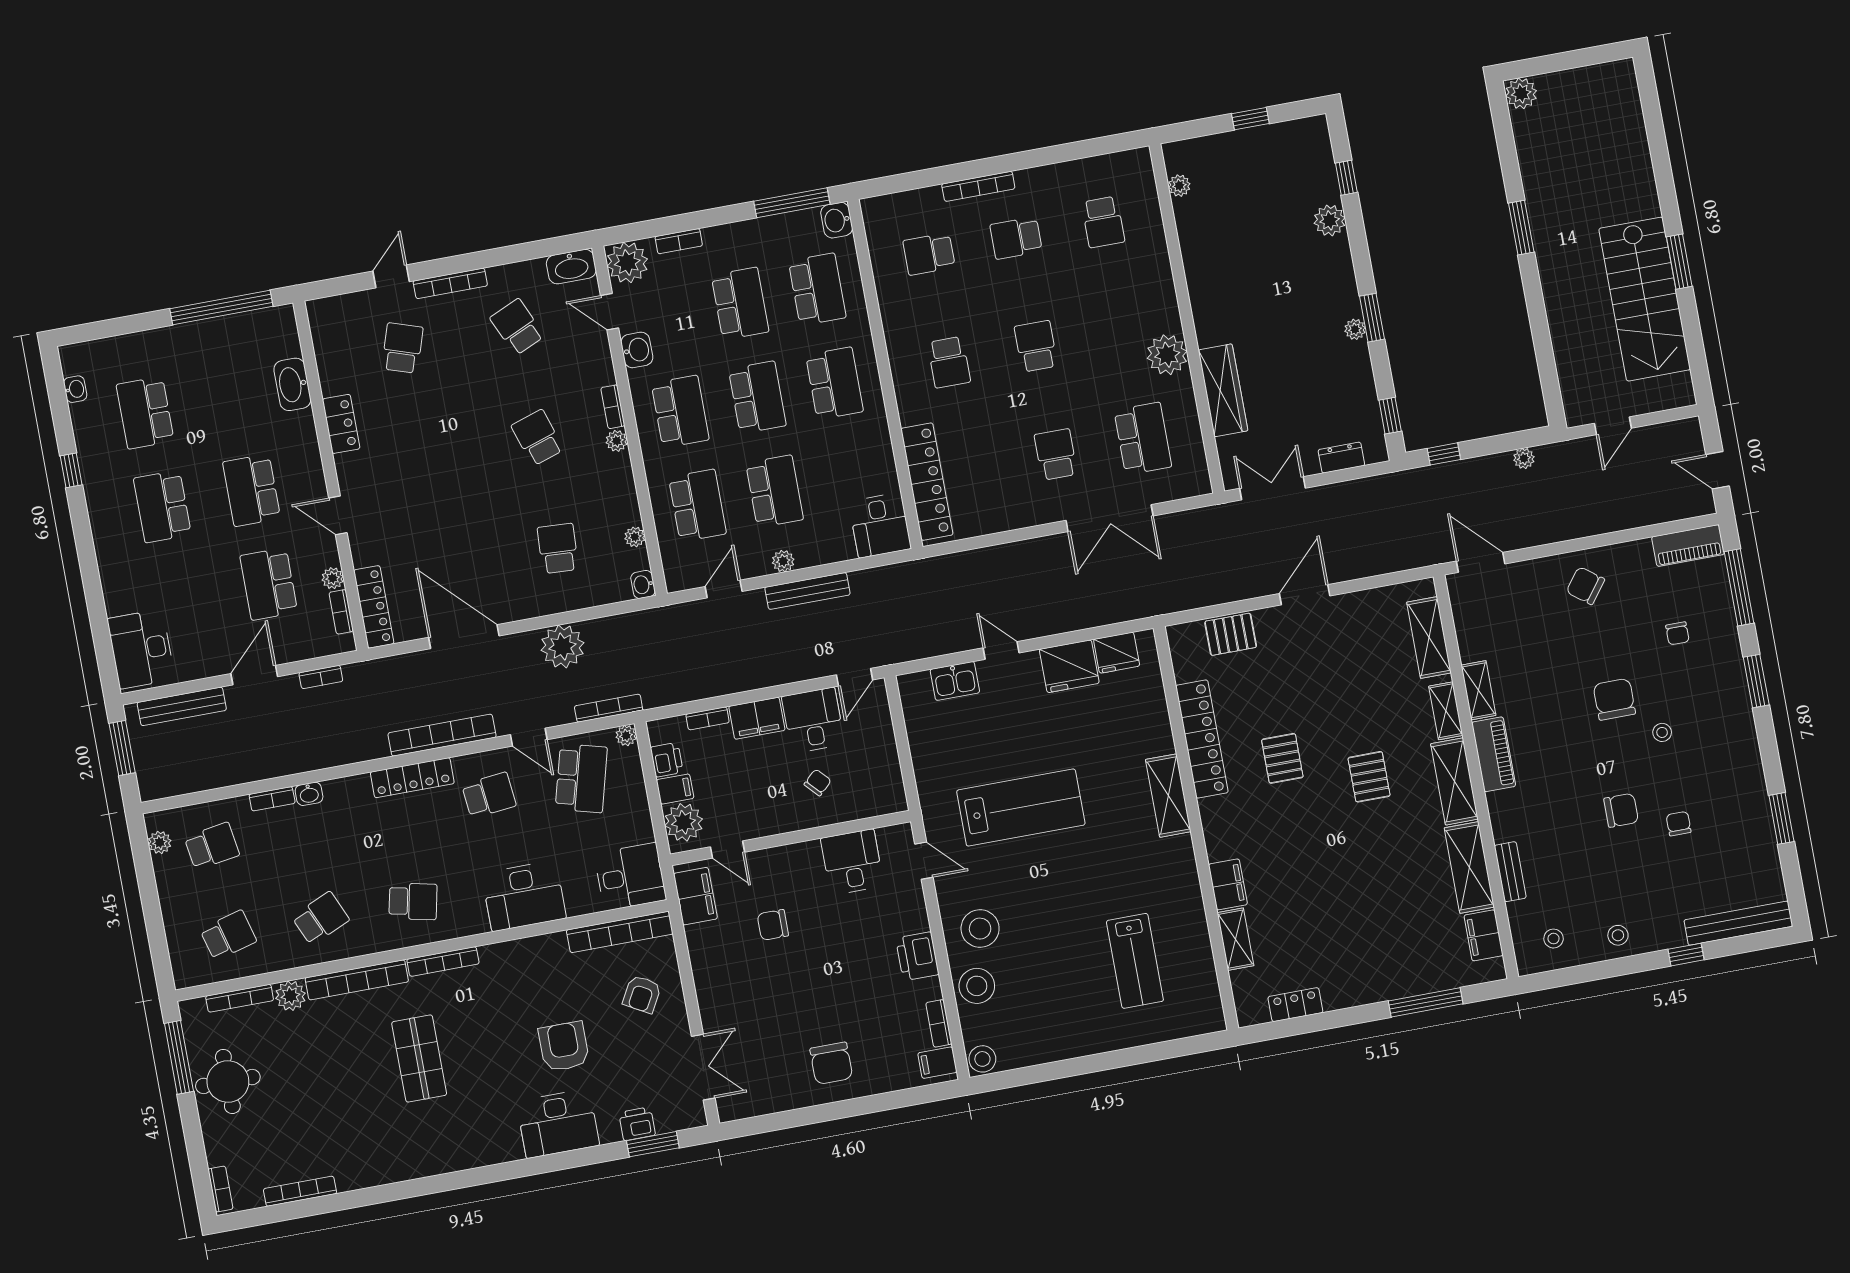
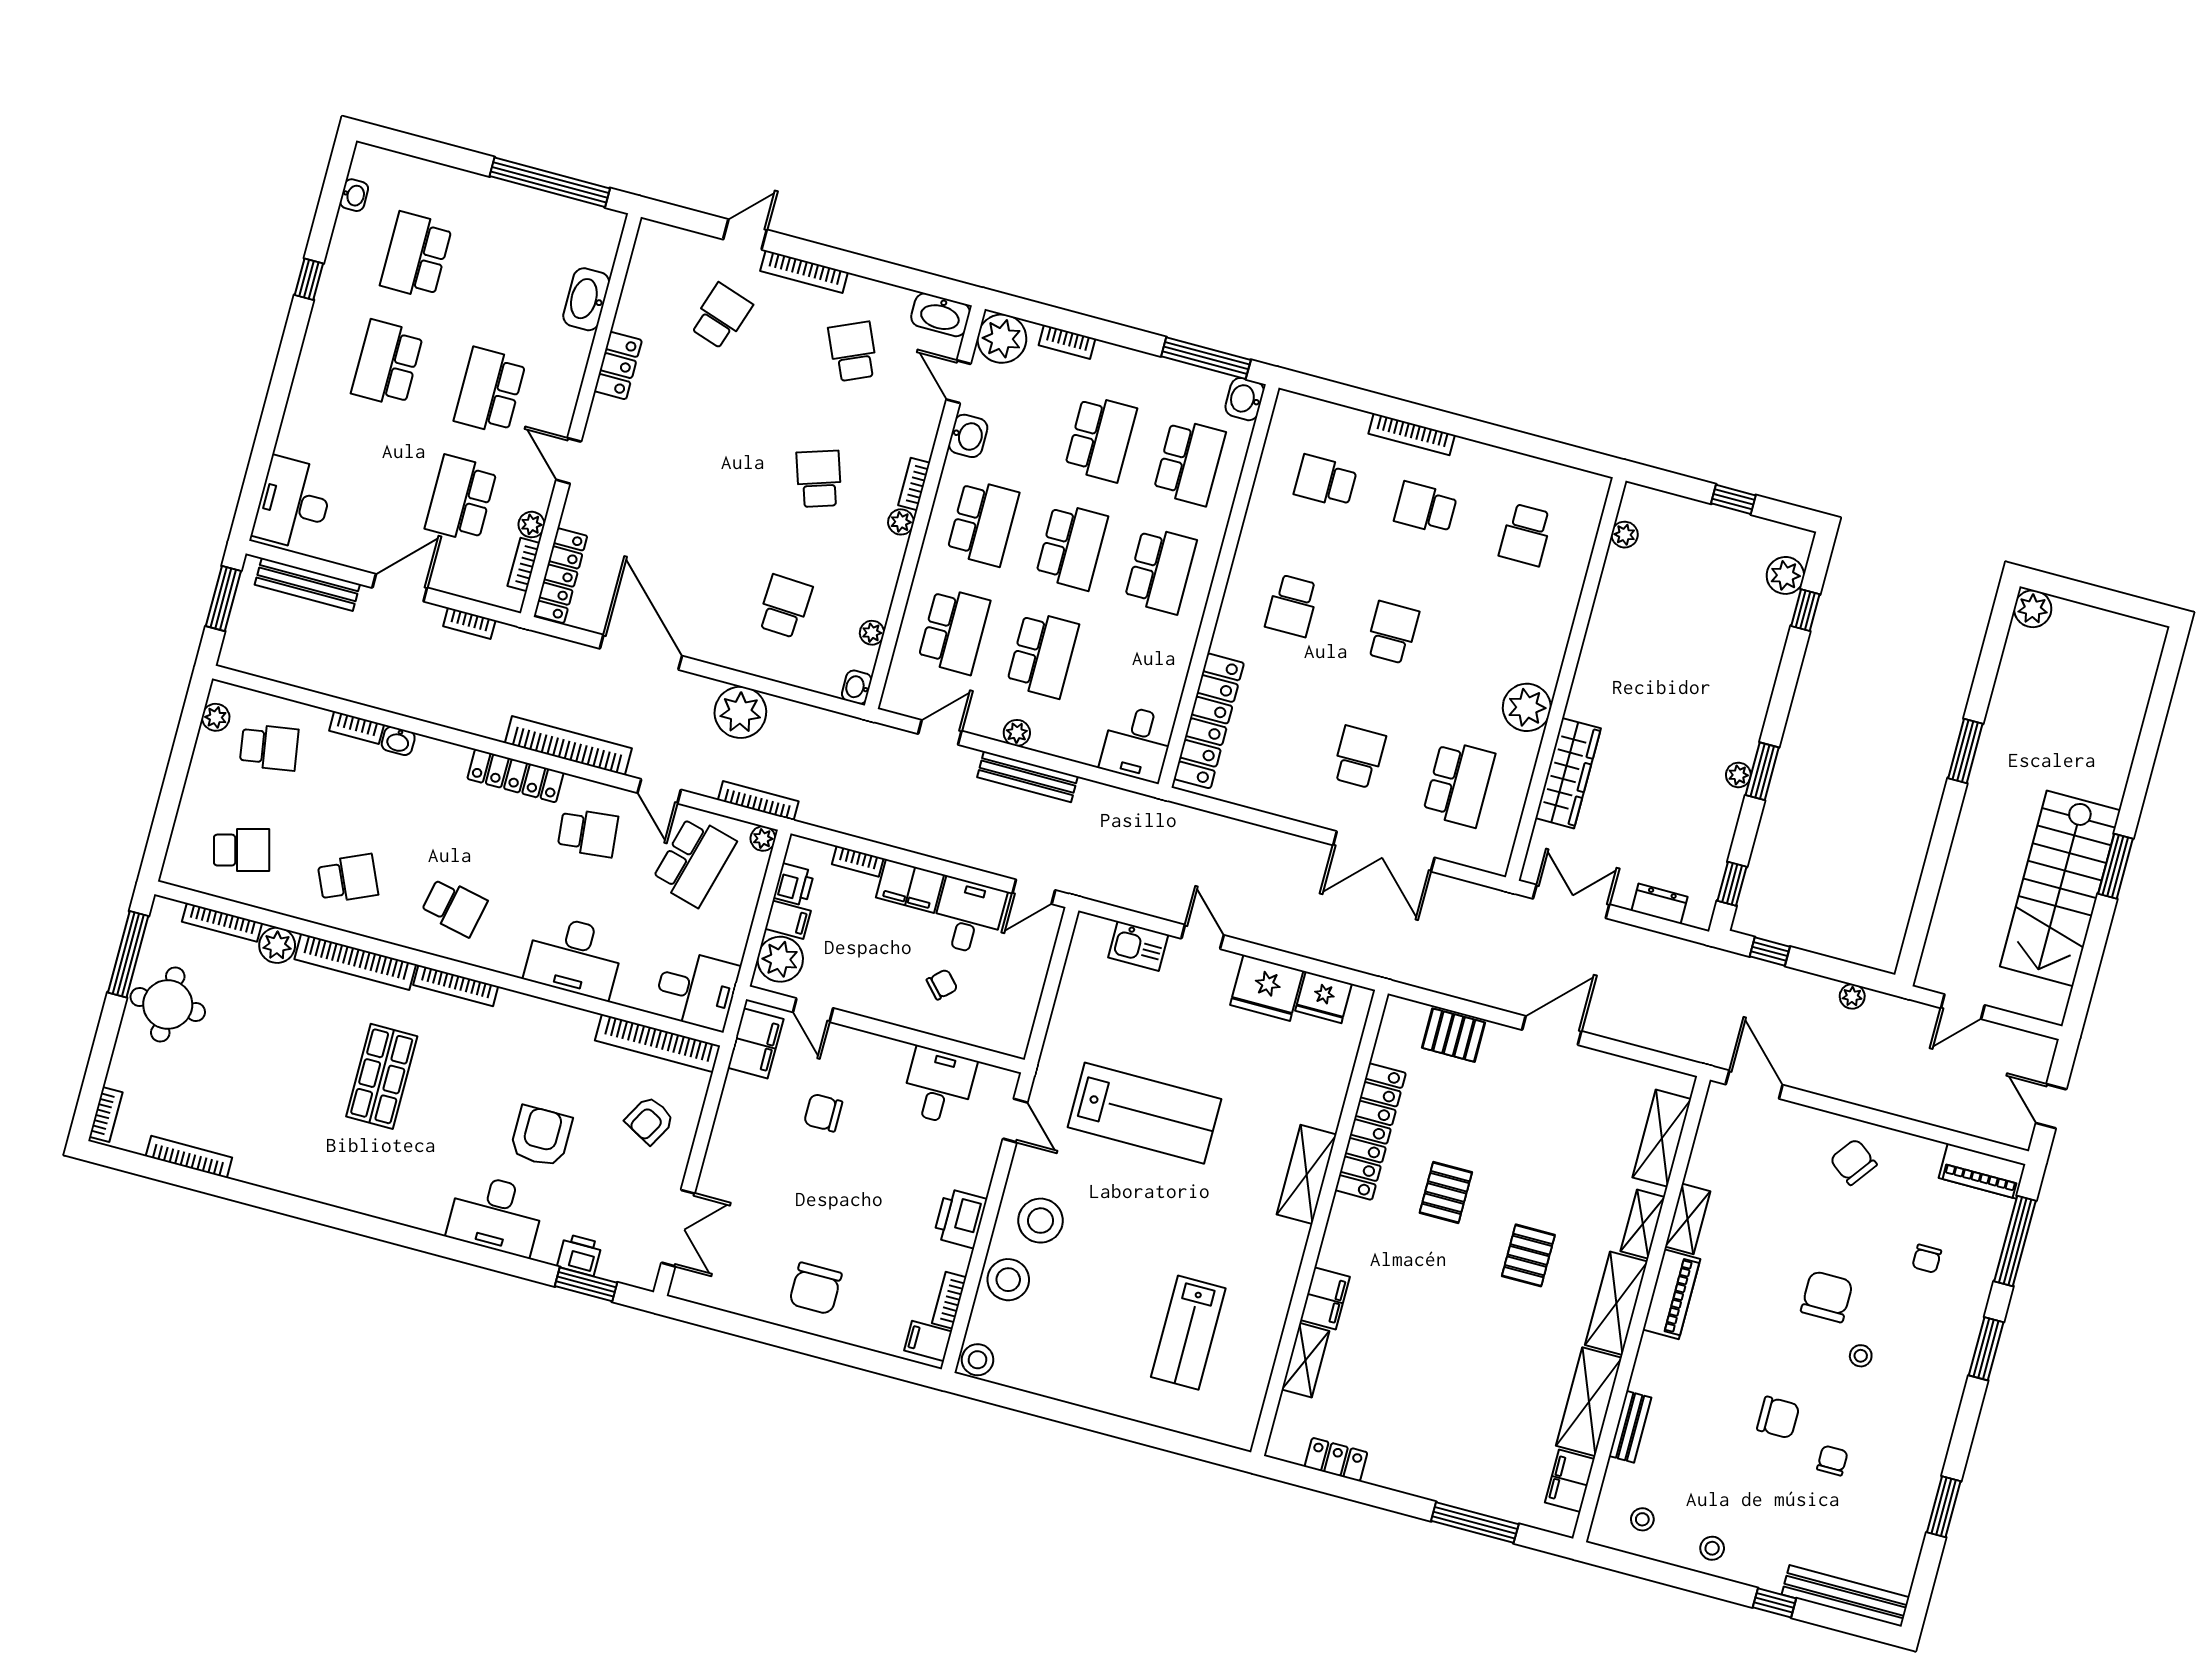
plant: (1330, 220) -> (1785, 575), moved

